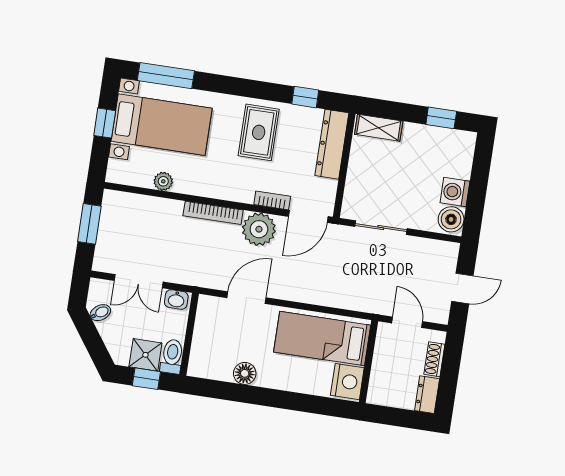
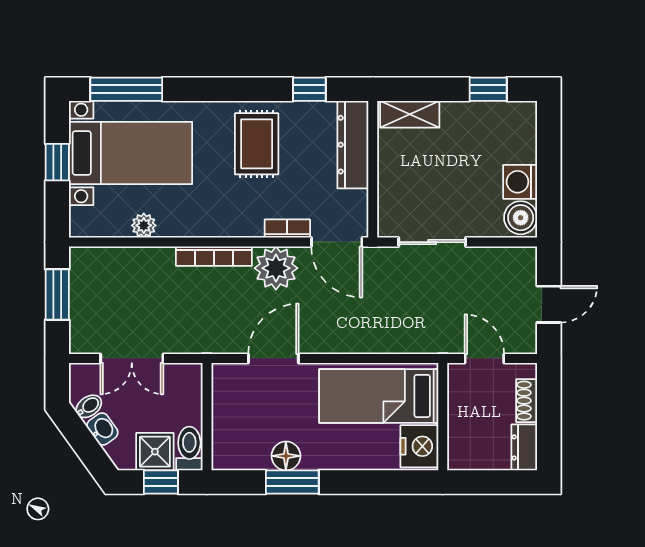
door: (308, 216) -> (337, 242), hinge flipped
washbasin: (176, 300) -> (102, 429), moved, turned -126
window: (246, 394) -> (292, 482), added

